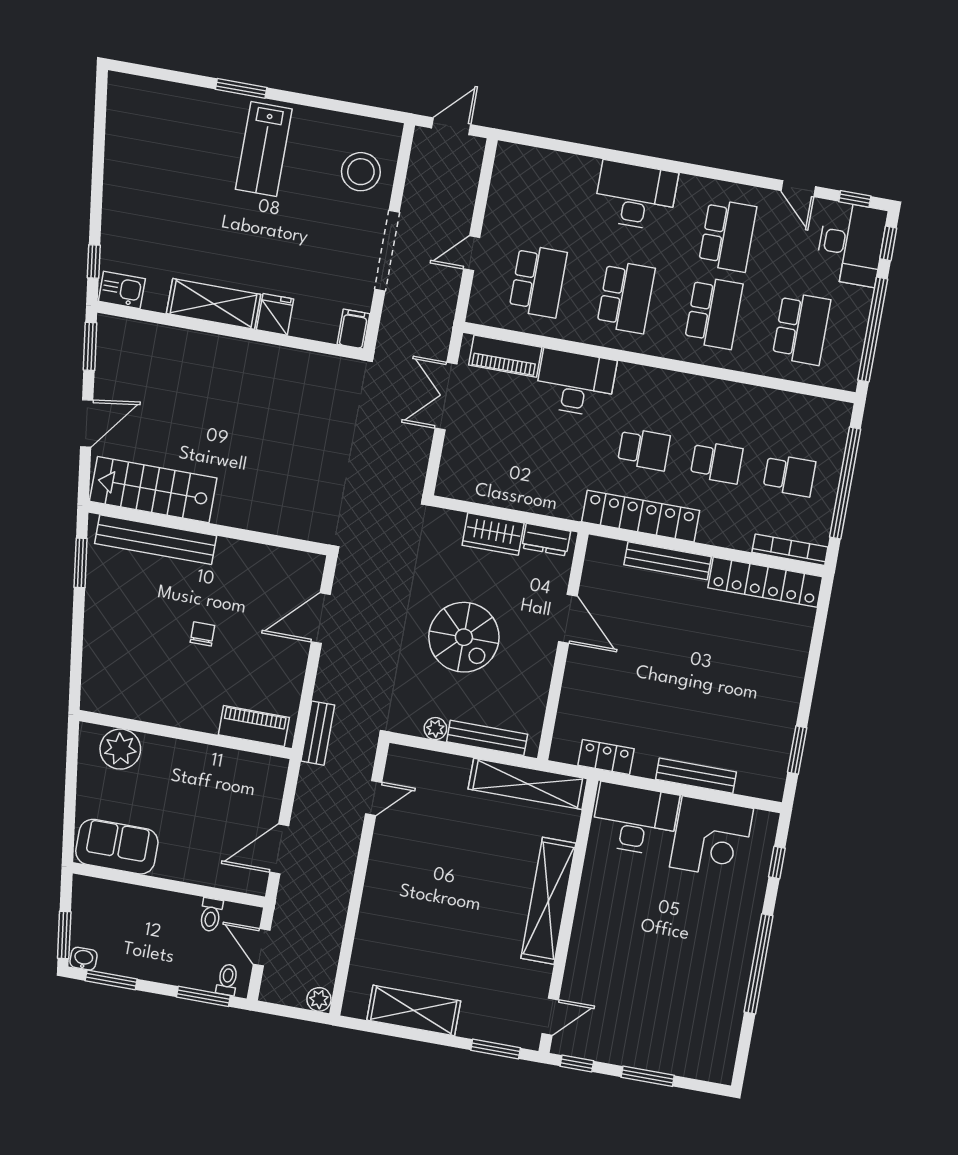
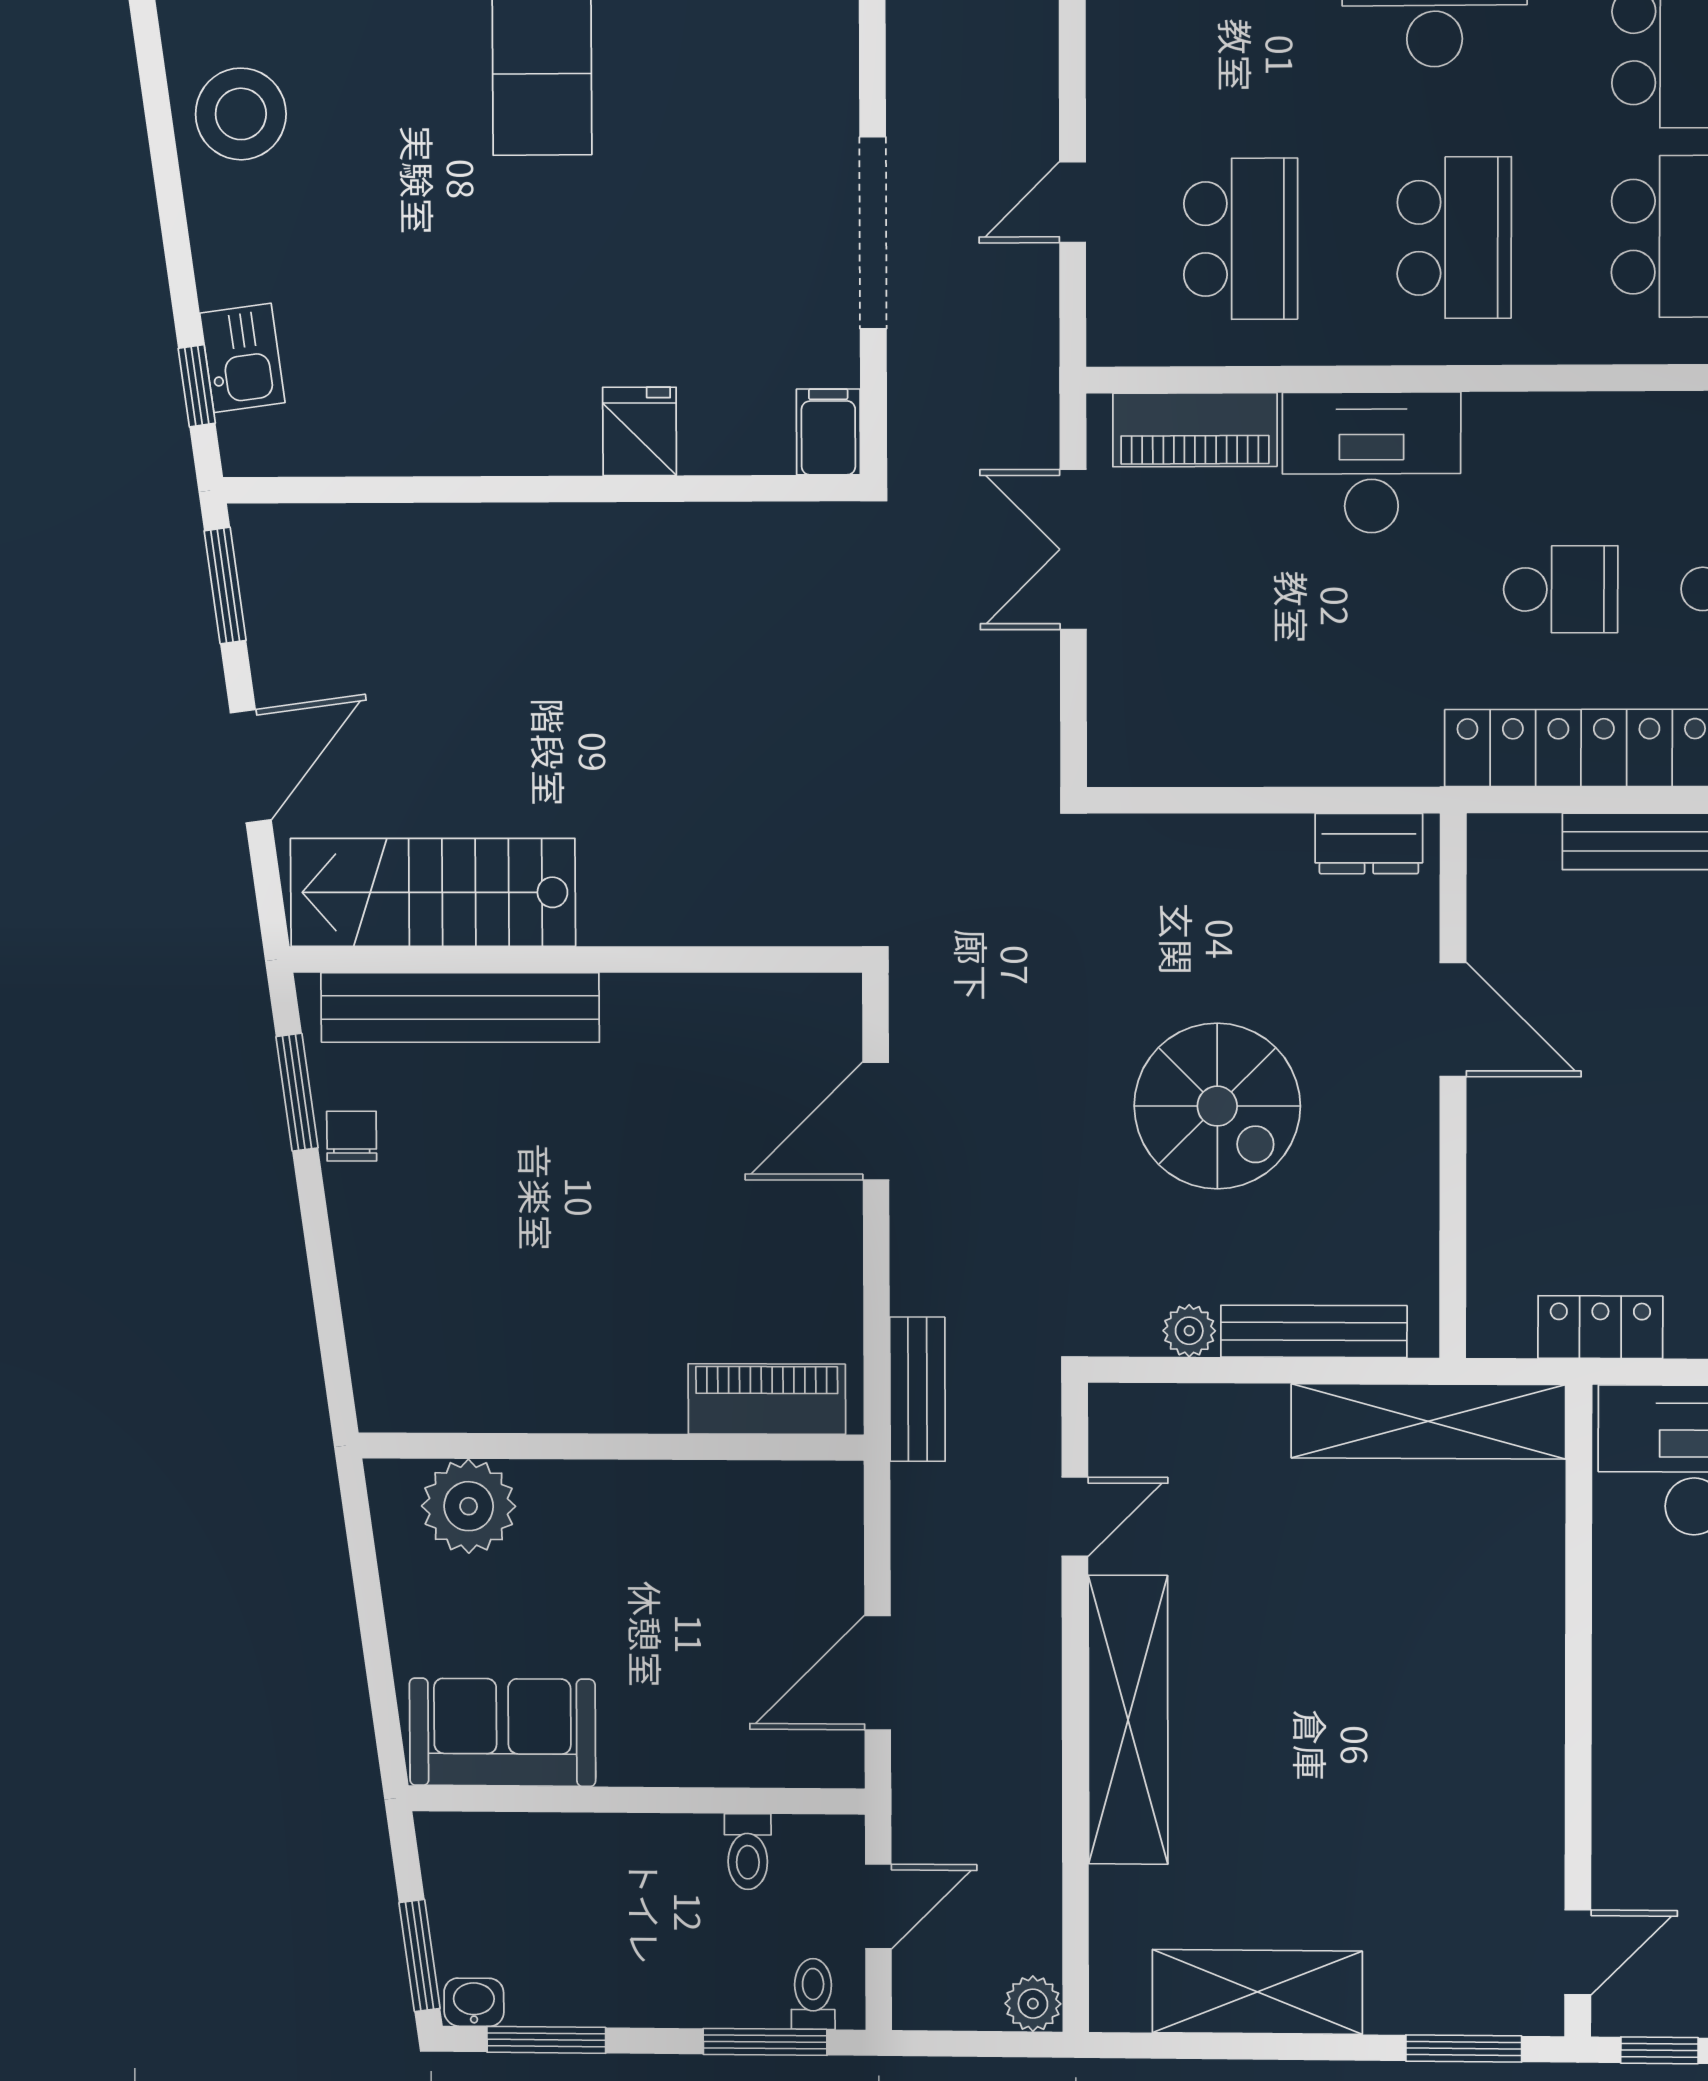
stool: (361, 172) -> (241, 114), moved
kitchen sink: (122, 290) -> (242, 358), moved, turned 82
shelving: (214, 304) -> (492, 434), removed
wardrobe: (493, 534) -> (1242, 853), removed
chair: (202, 634) -> (352, 1136), moved
shelving: (548, 901) -> (1128, 1720), moved
door: (262, 947) -> (878, 1906), swing flipped

